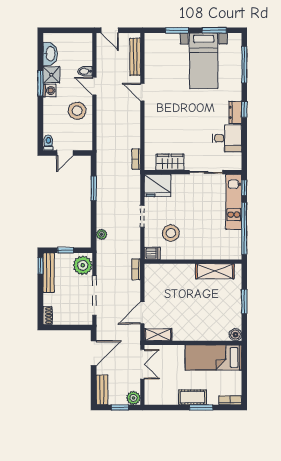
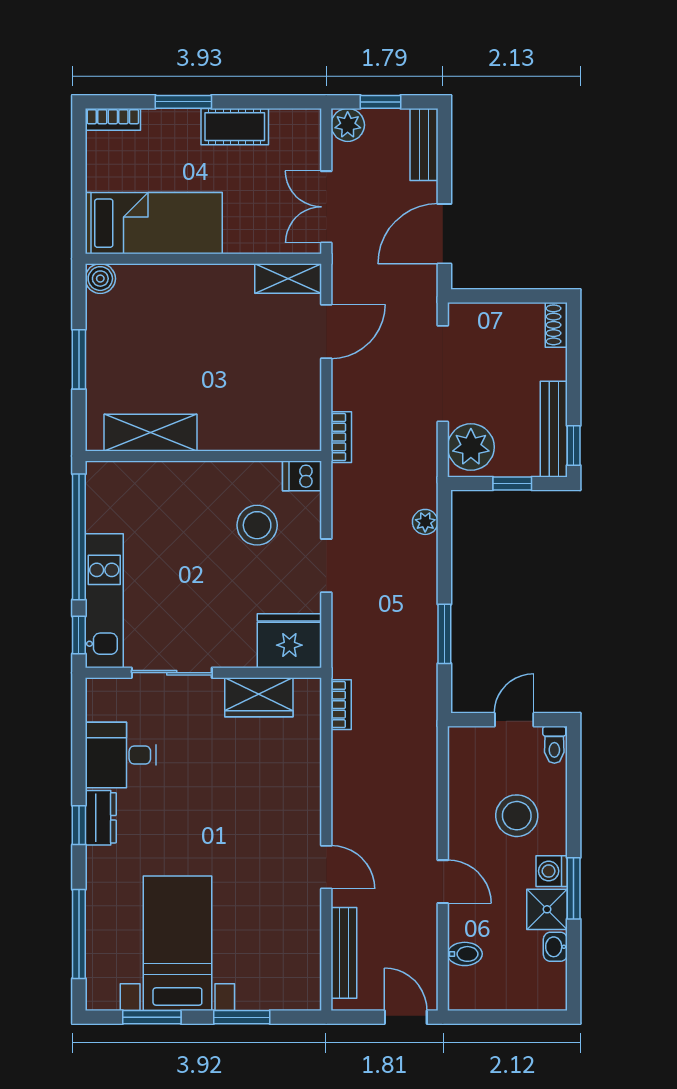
washbasin: (50, 54) -> (555, 947), width x0.52, depth x0.69
bidet: (85, 71) -> (465, 954), moved
stool: (77, 111) -> (517, 816), moved
cot: (193, 397) -> (235, 127), moved

